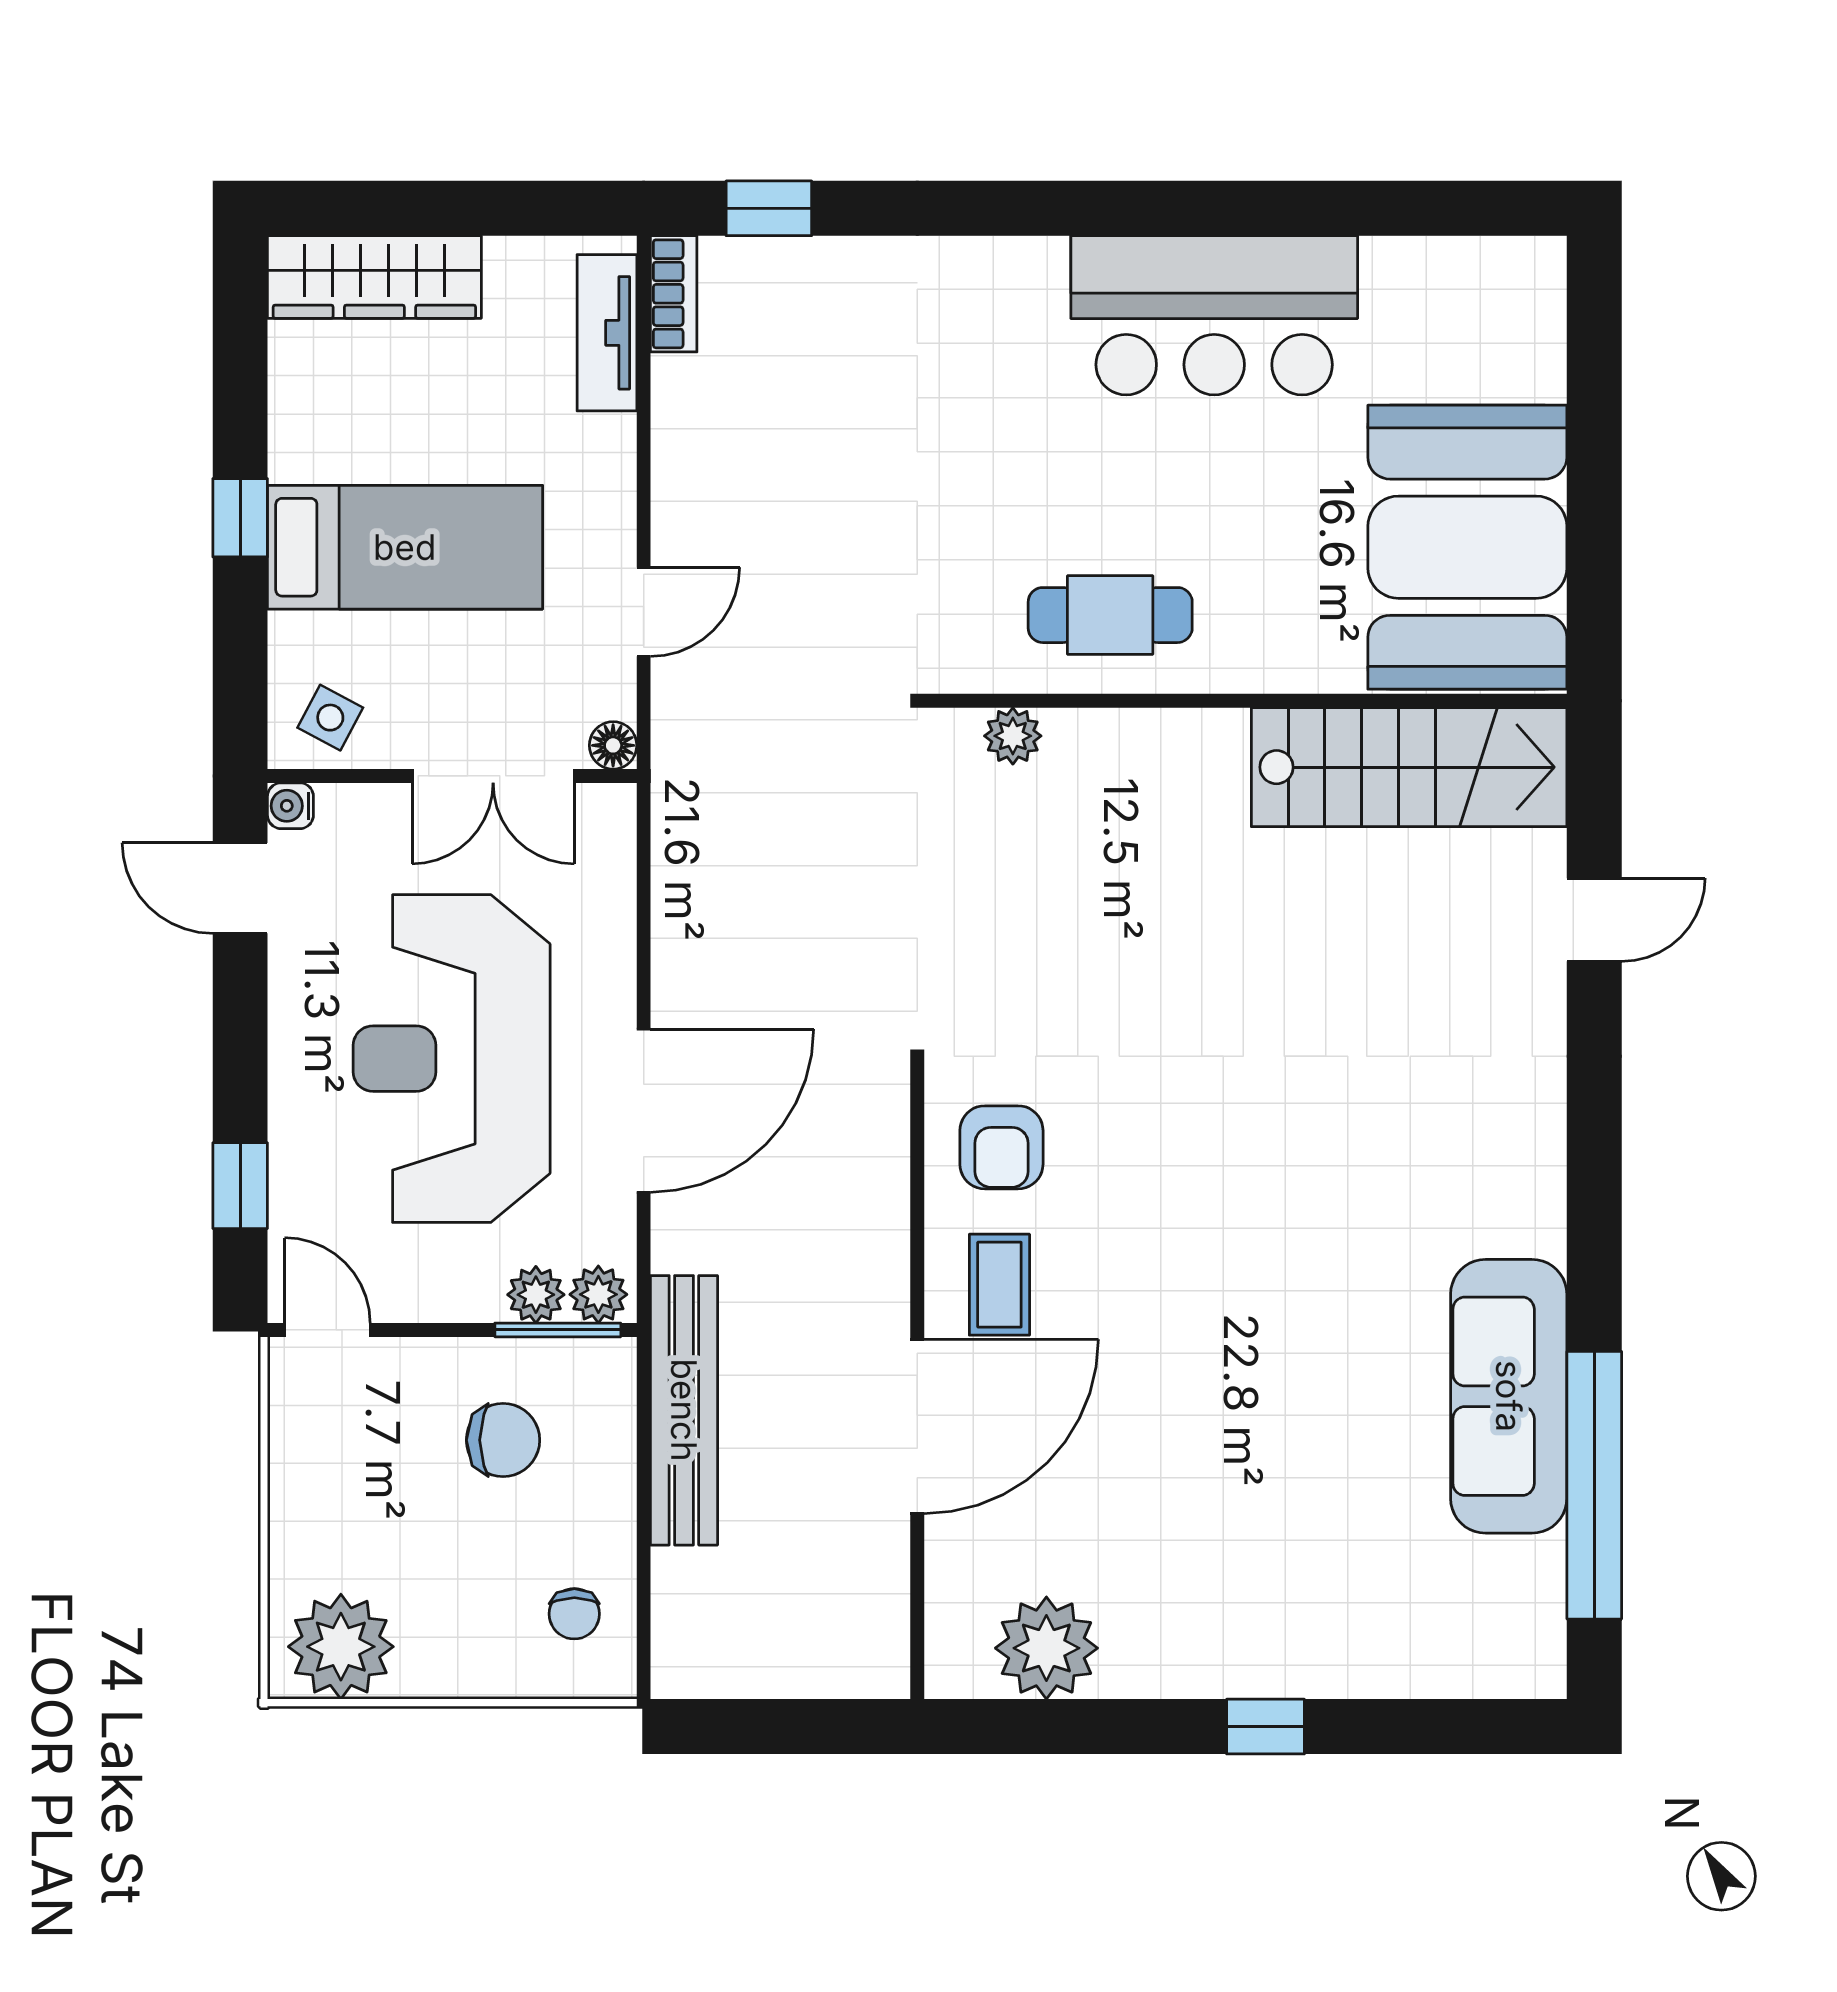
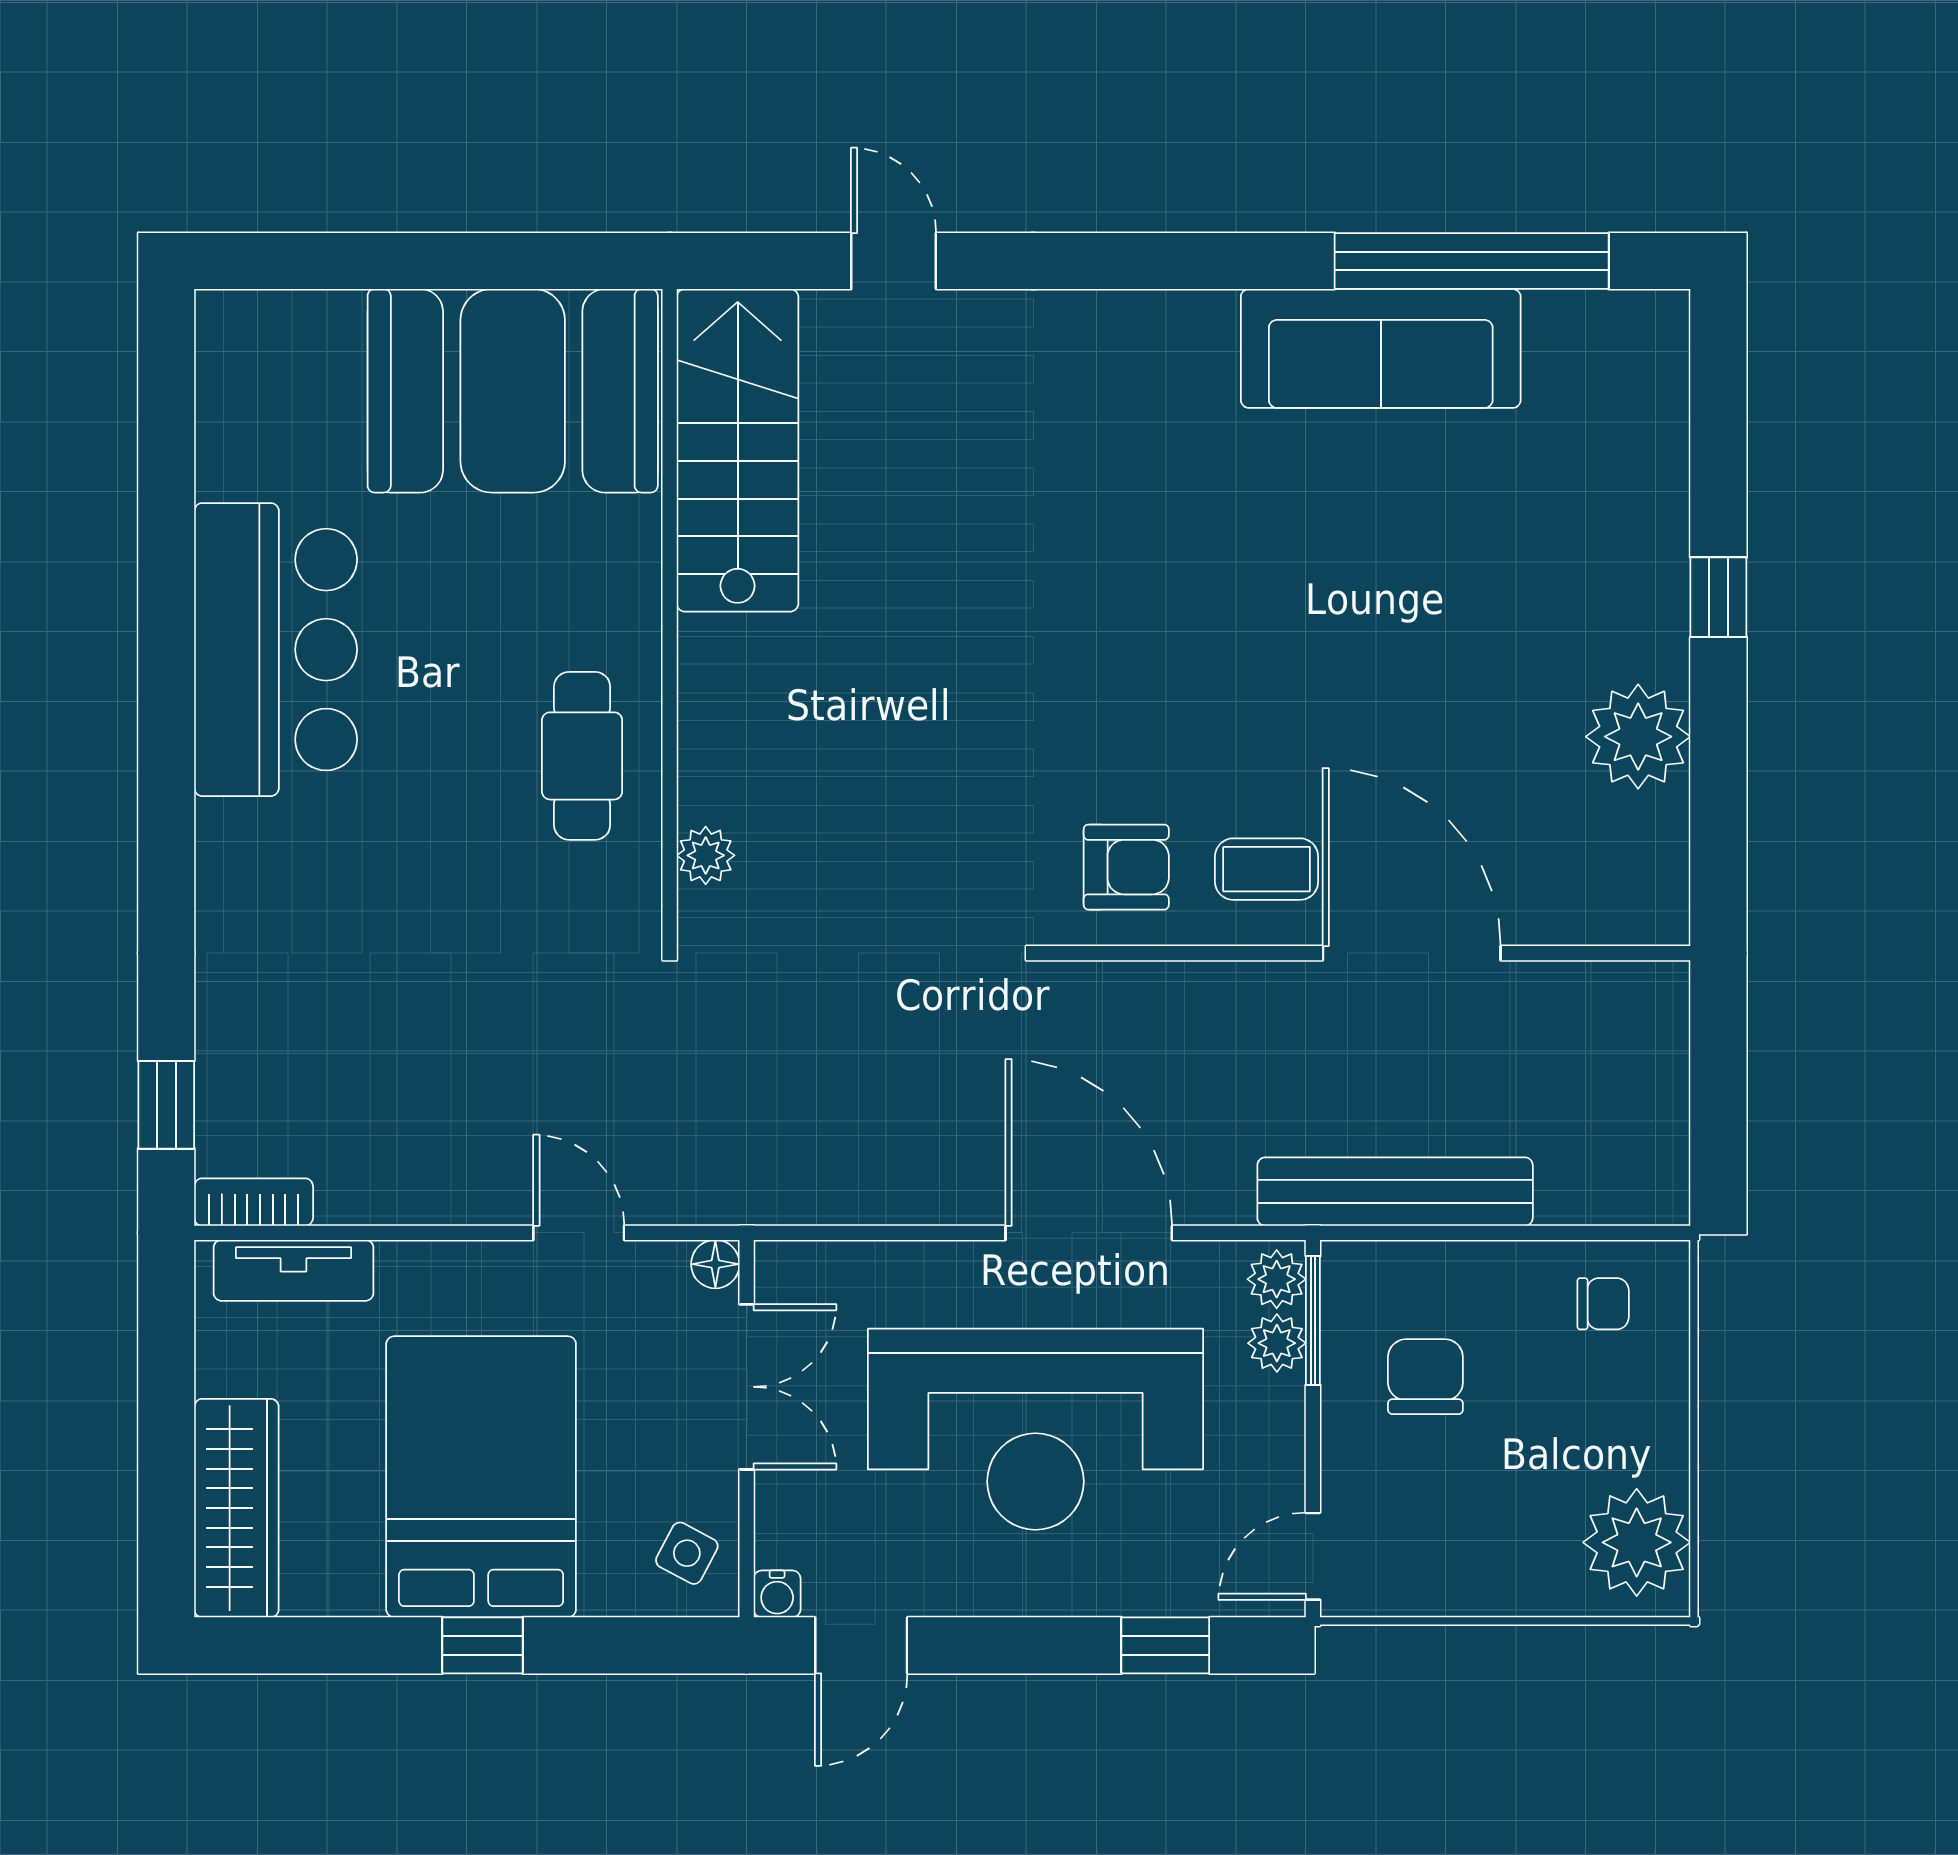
bed: (405, 547) -> (481, 1477), width x1.50
plant: (1046, 1648) -> (1638, 737), moved

